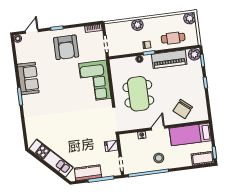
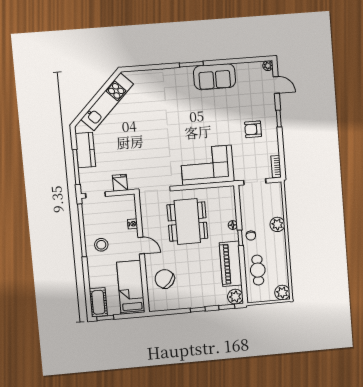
armchair: (66, 47) -> (253, 129), width x0.53, depth x0.53
dining table: (138, 94) -> (187, 222), turned 90

